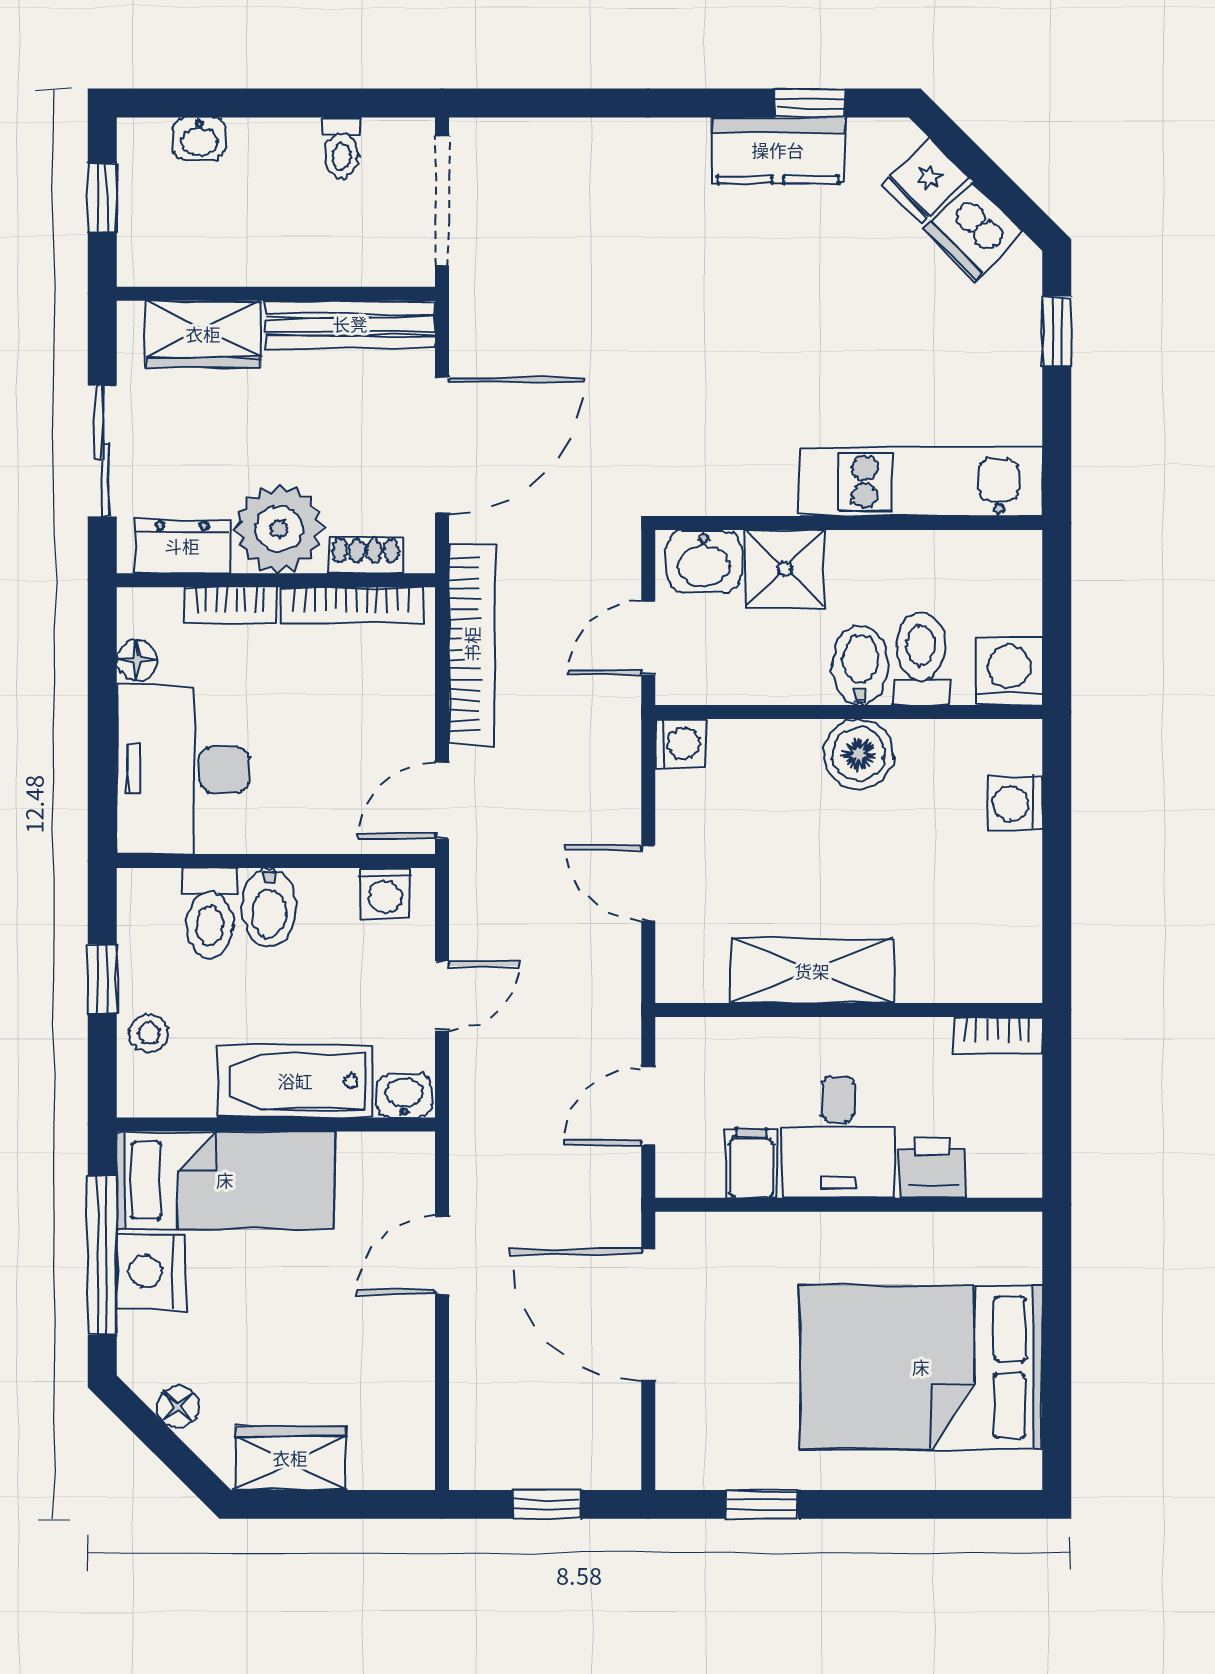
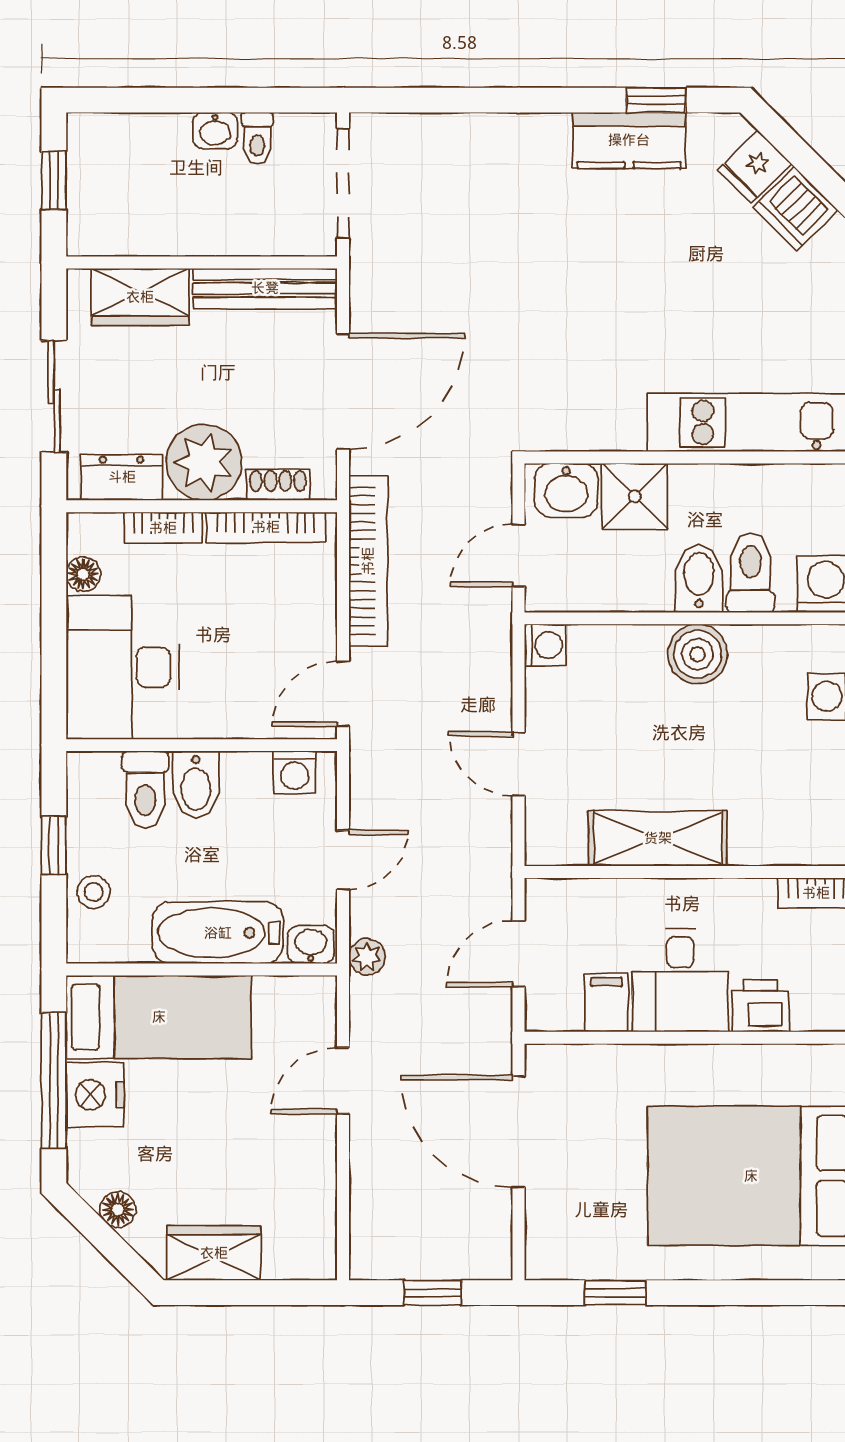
washbasin: (199, 139) -> (215, 130), moved
plant: (470, 1110) -> (367, 957), added

